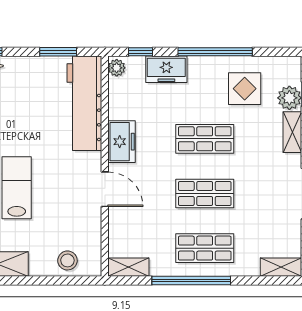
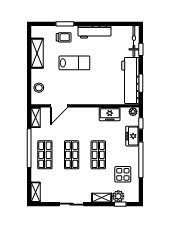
workbench: (84, 103) -> (130, 80), moved, turned -90
freezer: (122, 142) -> (110, 114), moved
door: (105, 189) -> (59, 106), moved

